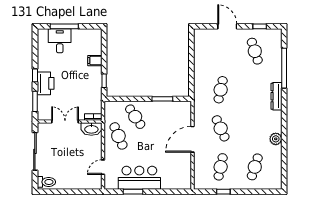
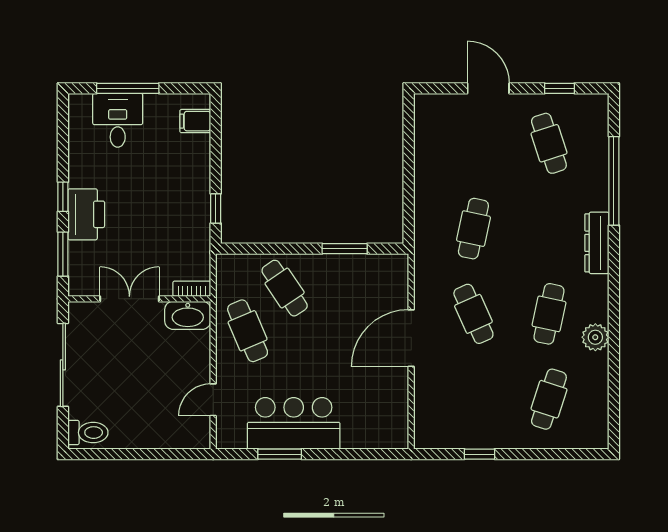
filing cabinet: (95, 61) -> (195, 121), moved
cafe table: (221, 167) -> (549, 314), moved

